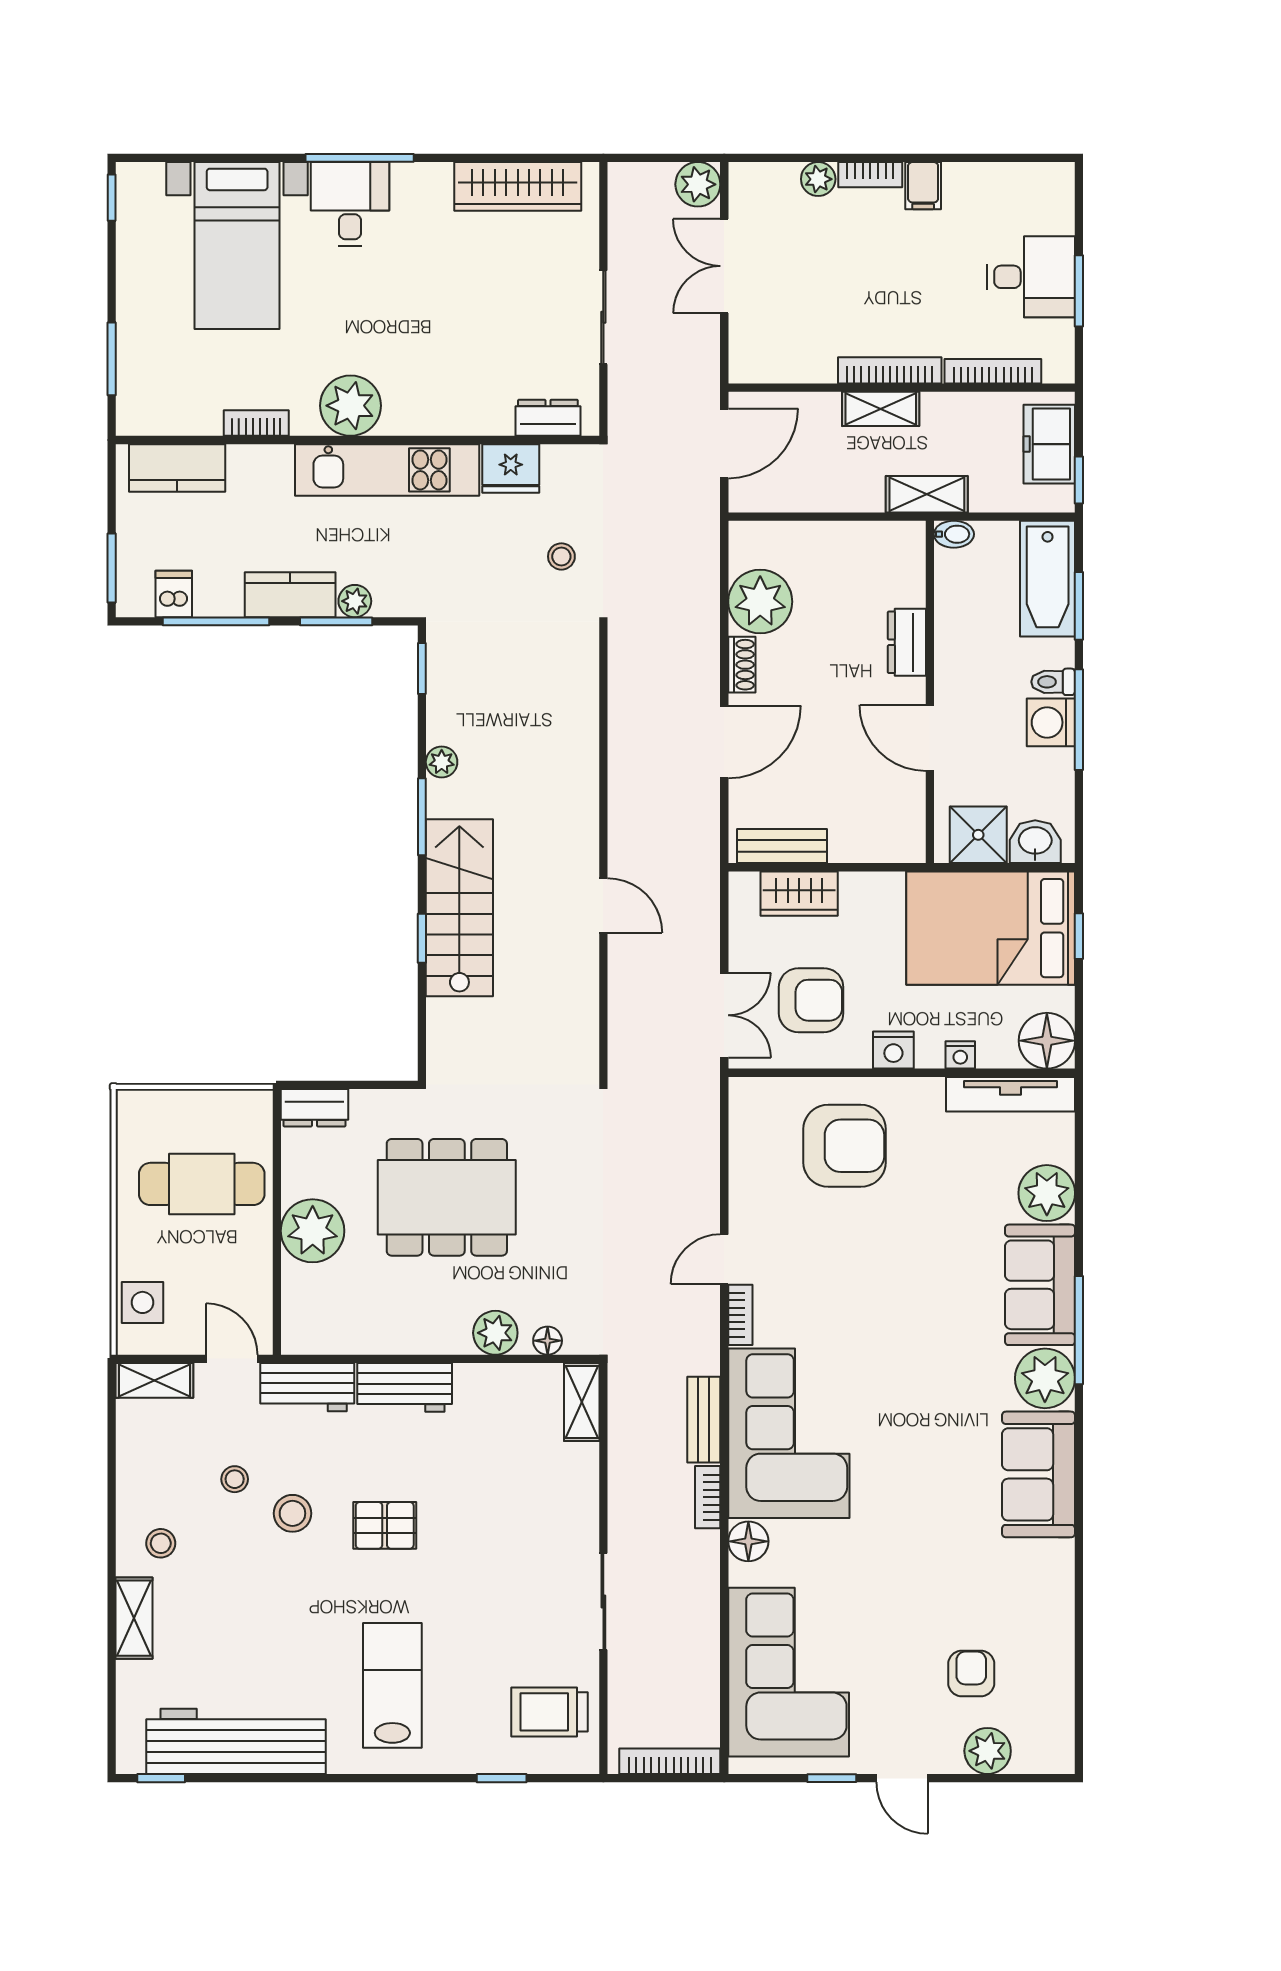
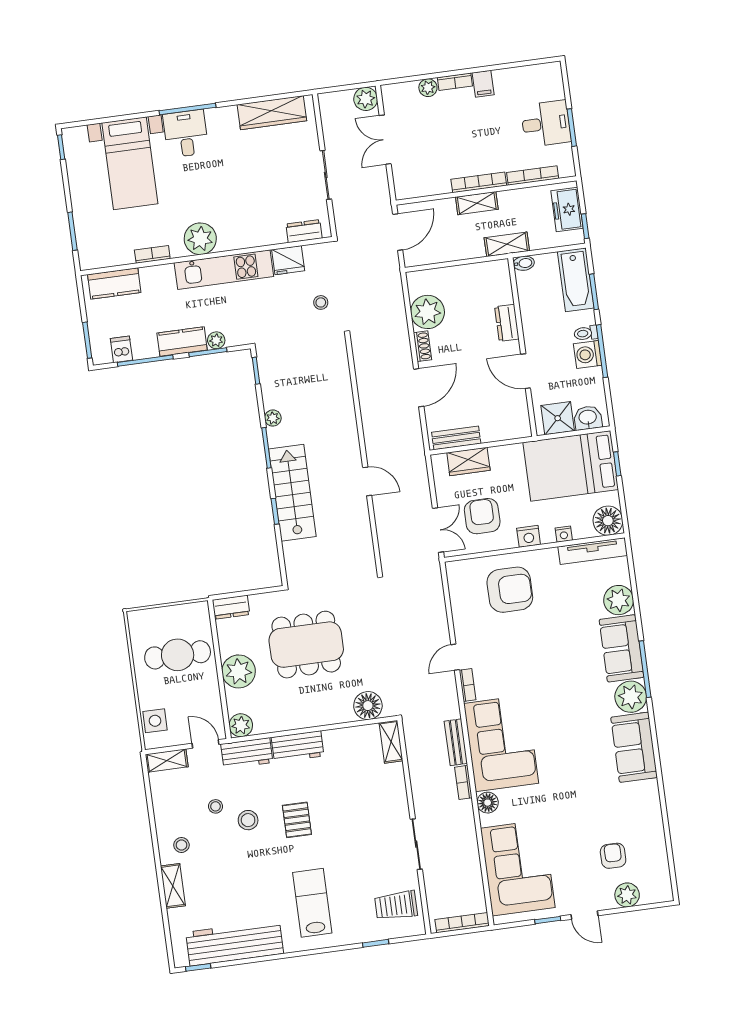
armchair: (811, 1000) -> (482, 516), turned -90
plant: (495, 1333) -> (241, 725), moved
floor lamp: (548, 1341) -> (368, 706), width x1.89, depth x1.89
pallet: (385, 1525) -> (297, 820), turned 90

